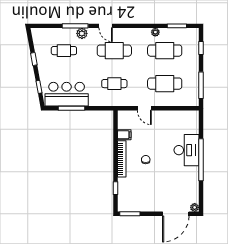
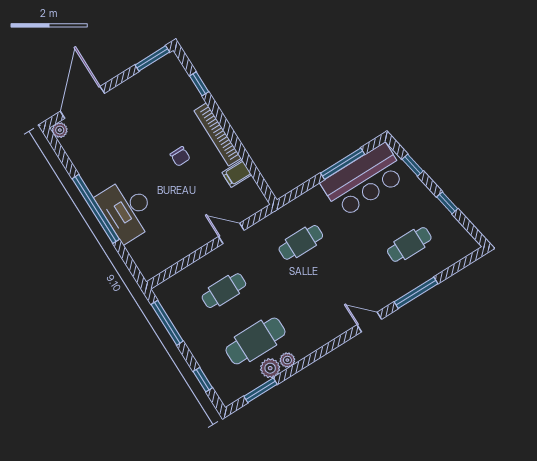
plant: (82, 33) -> (270, 368), moved
cafe table: (114, 51) -> (332, 293), removed
cafe table: (165, 84) -> (224, 291), width x0.73, depth x0.74

